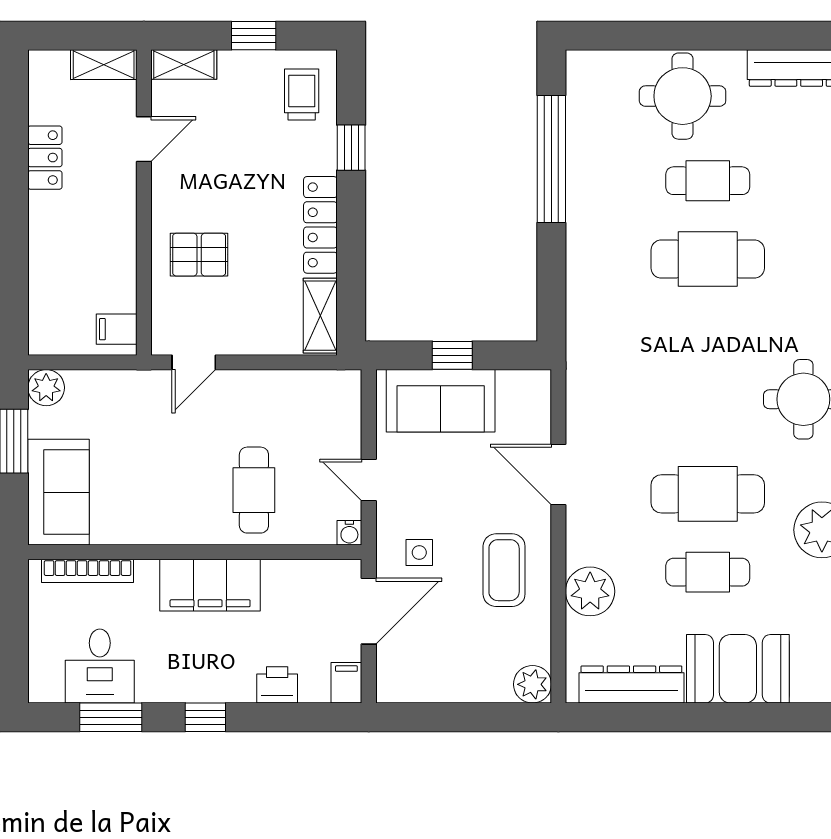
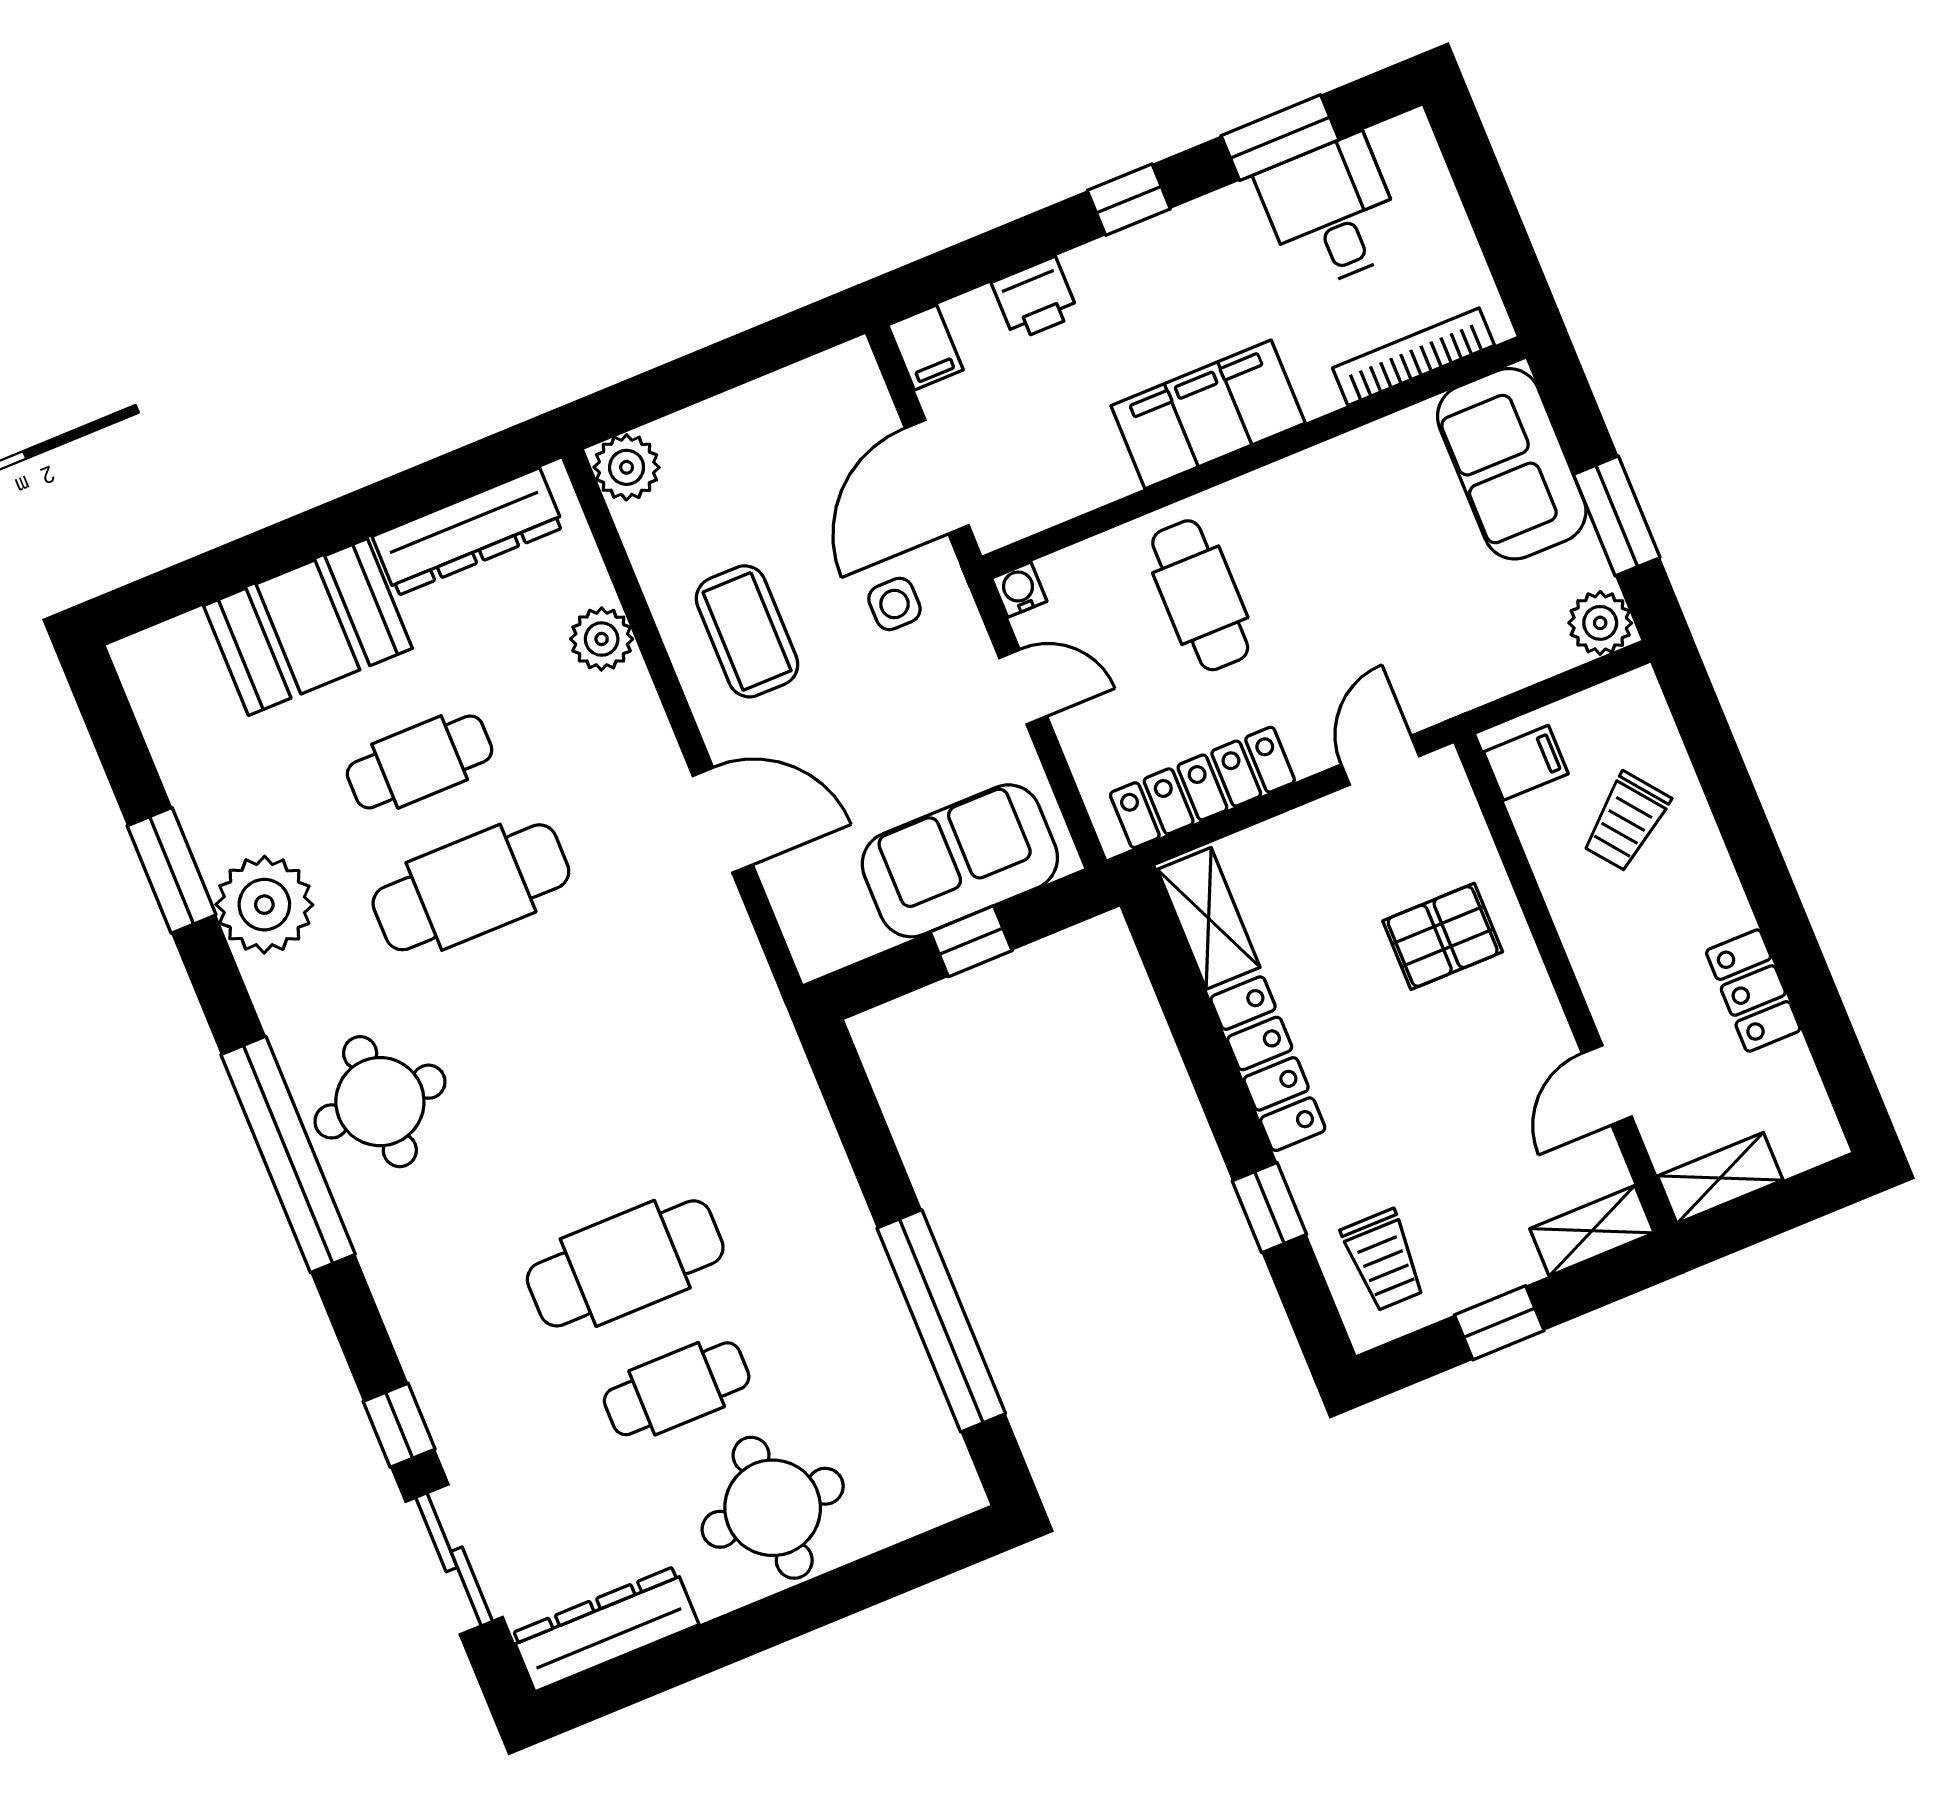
trolley: (76, 276) -> (1626, 822), added
locker: (295, 387) -> (1202, 787), added
plant: (590, 591) -> (602, 639), width x0.73, depth x0.73

